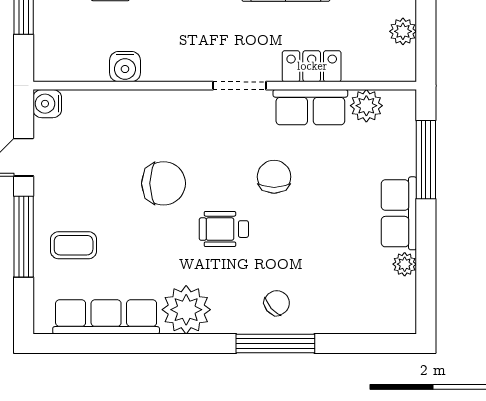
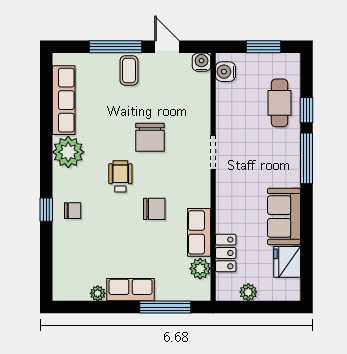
locker: (312, 66) -> (226, 253), moved
water cooler: (125, 67) -> (225, 72), moved
doorway: (239, 86) -> (213, 152), moved
coffee table: (74, 245) -> (129, 70), moved
chair: (277, 303) -> (73, 211), turned -49
window: (275, 344) -> (46, 210), width x0.46

